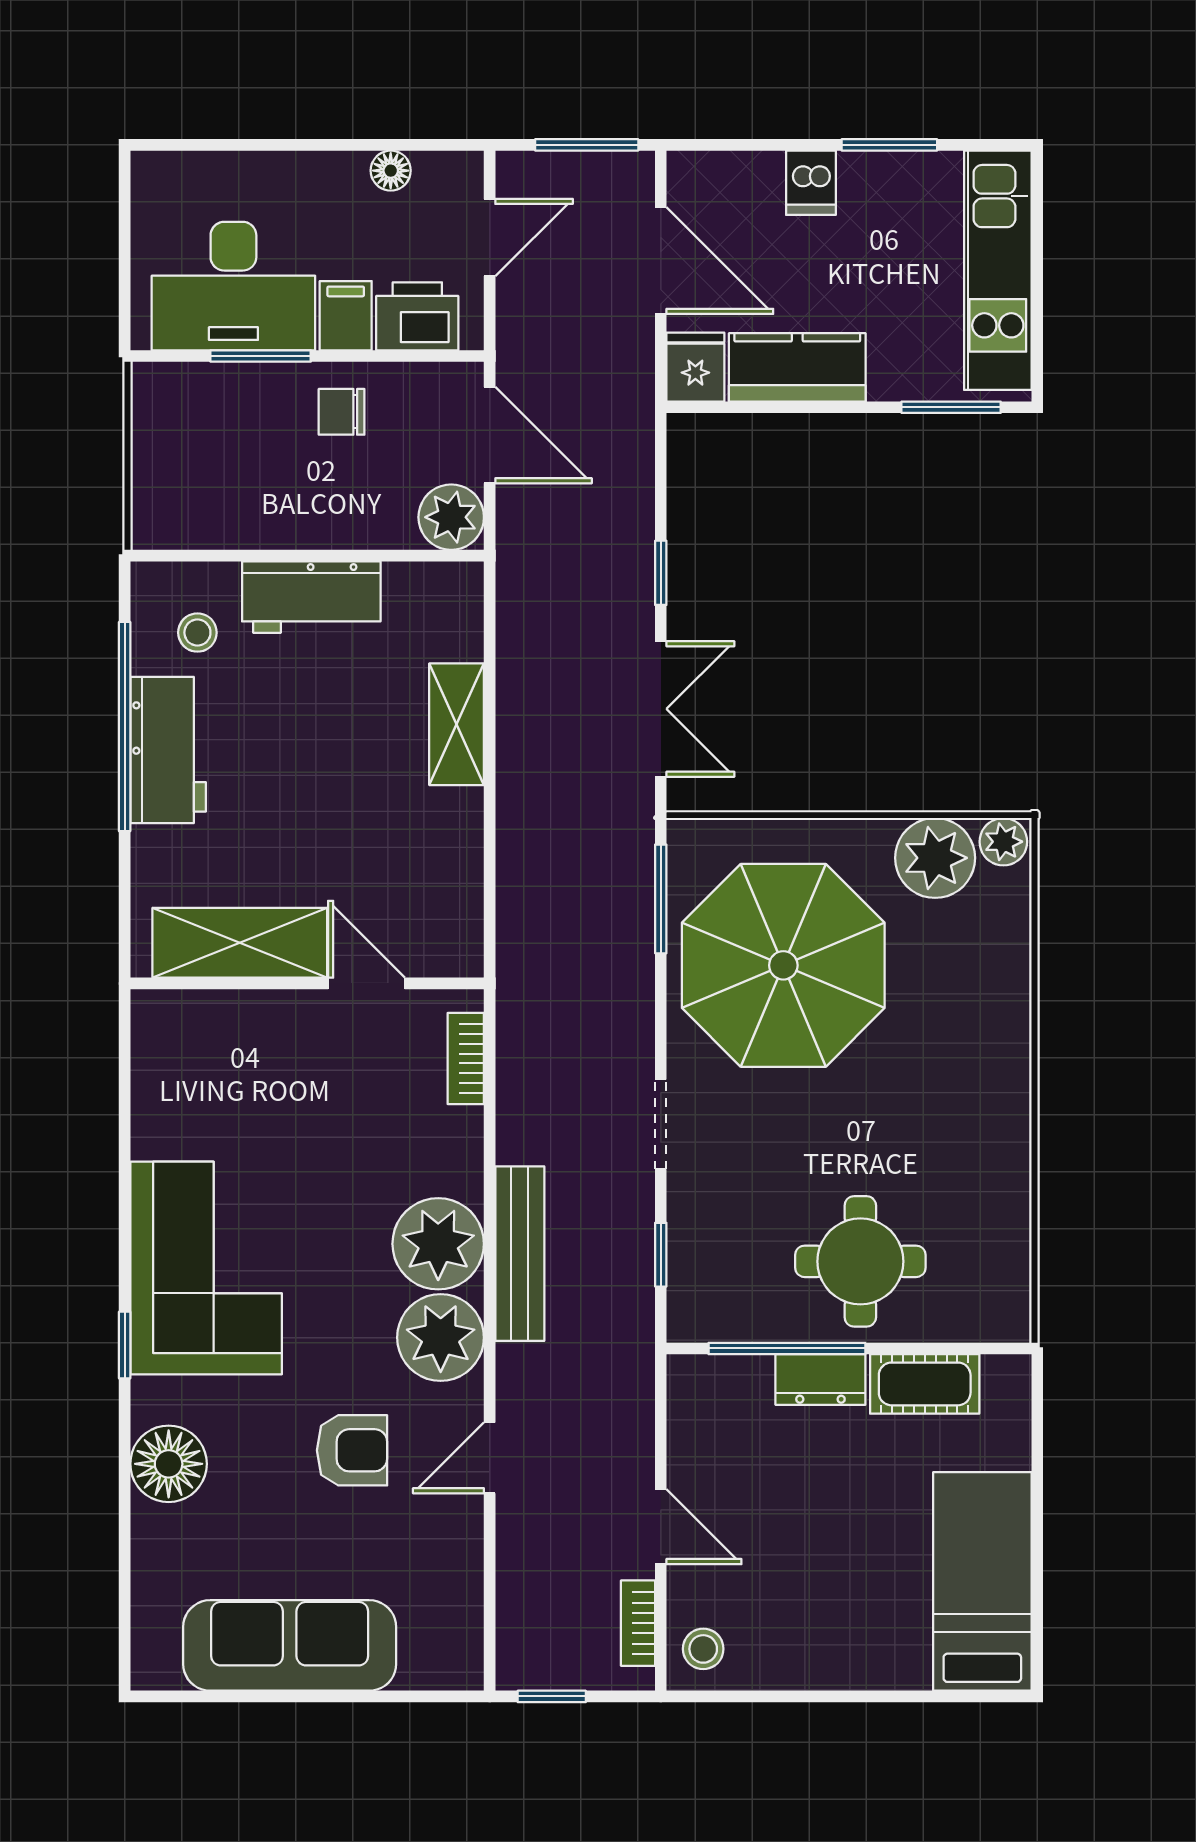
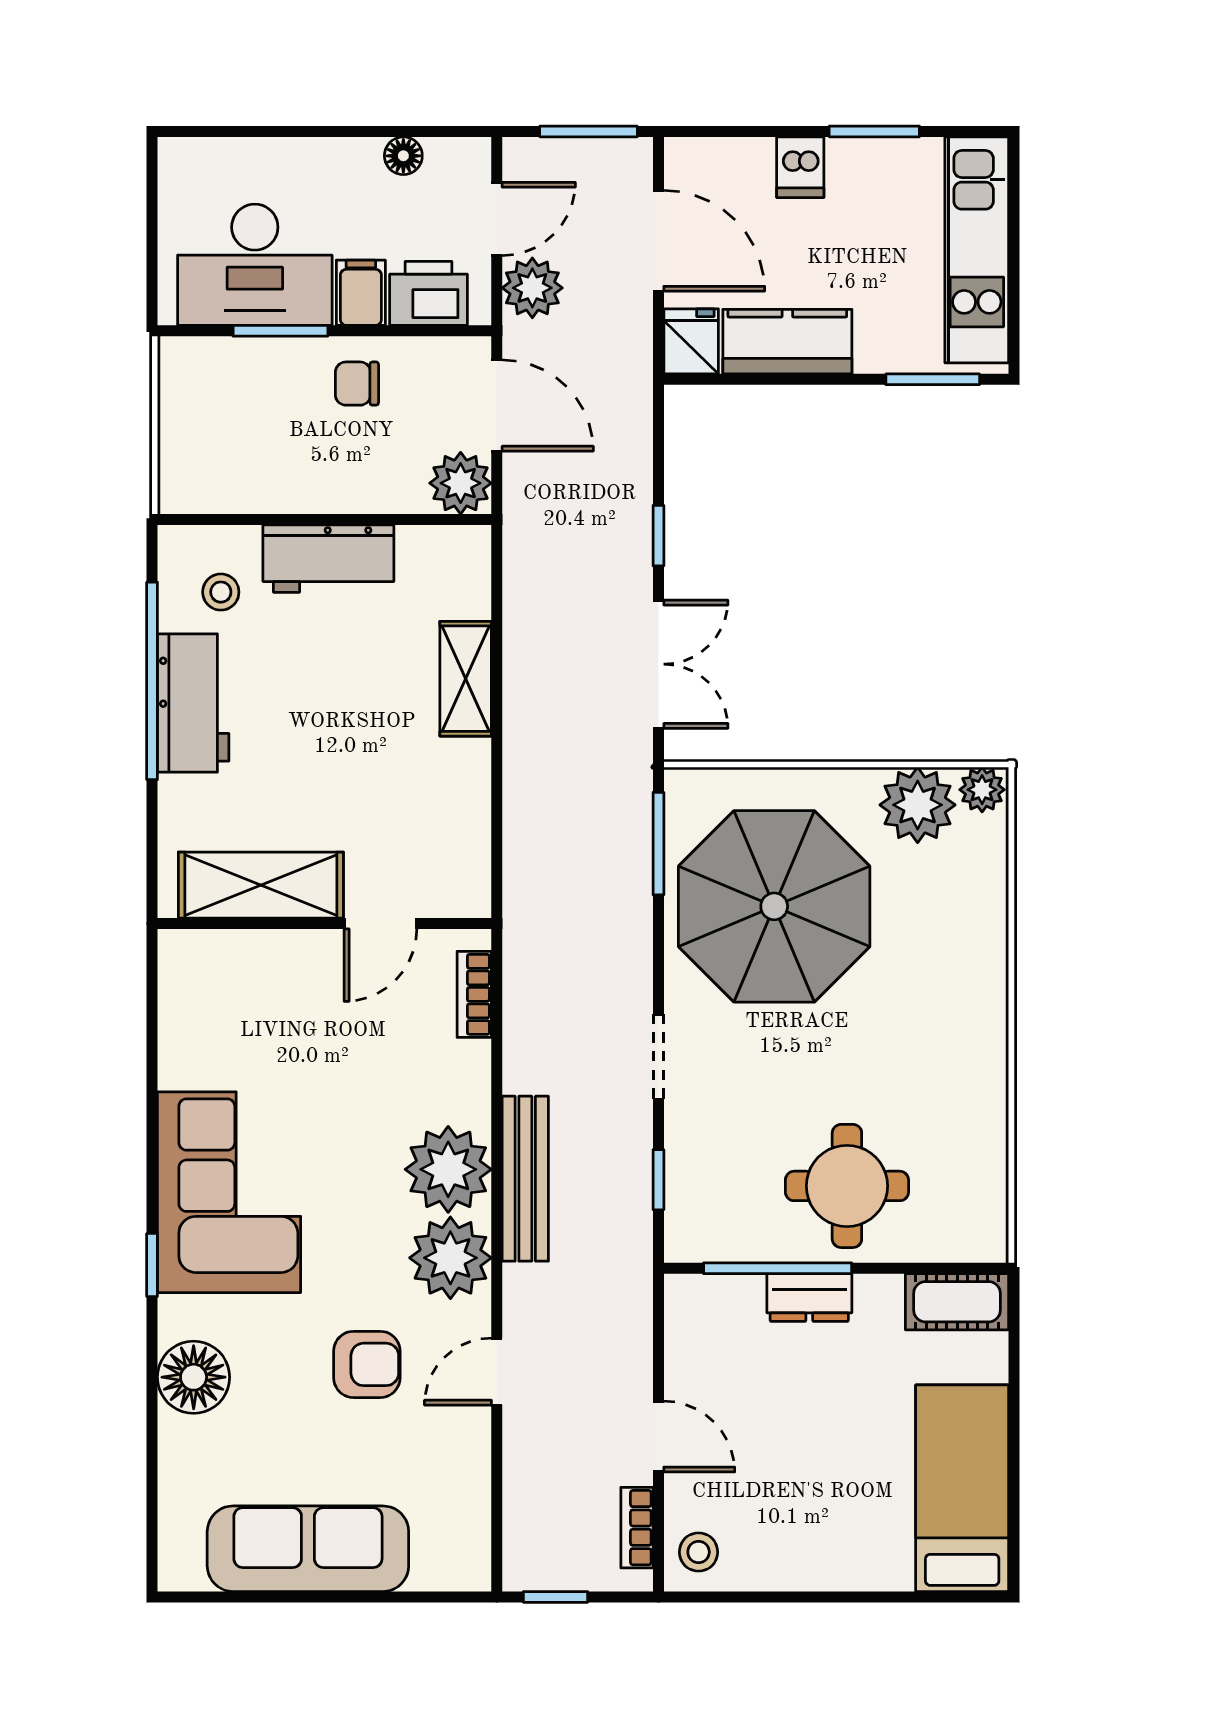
plant: (527, 310) -> (532, 288), added
door: (366, 983) -> (380, 923), swing flipped
cot: (925, 1384) -> (957, 1302), moved

